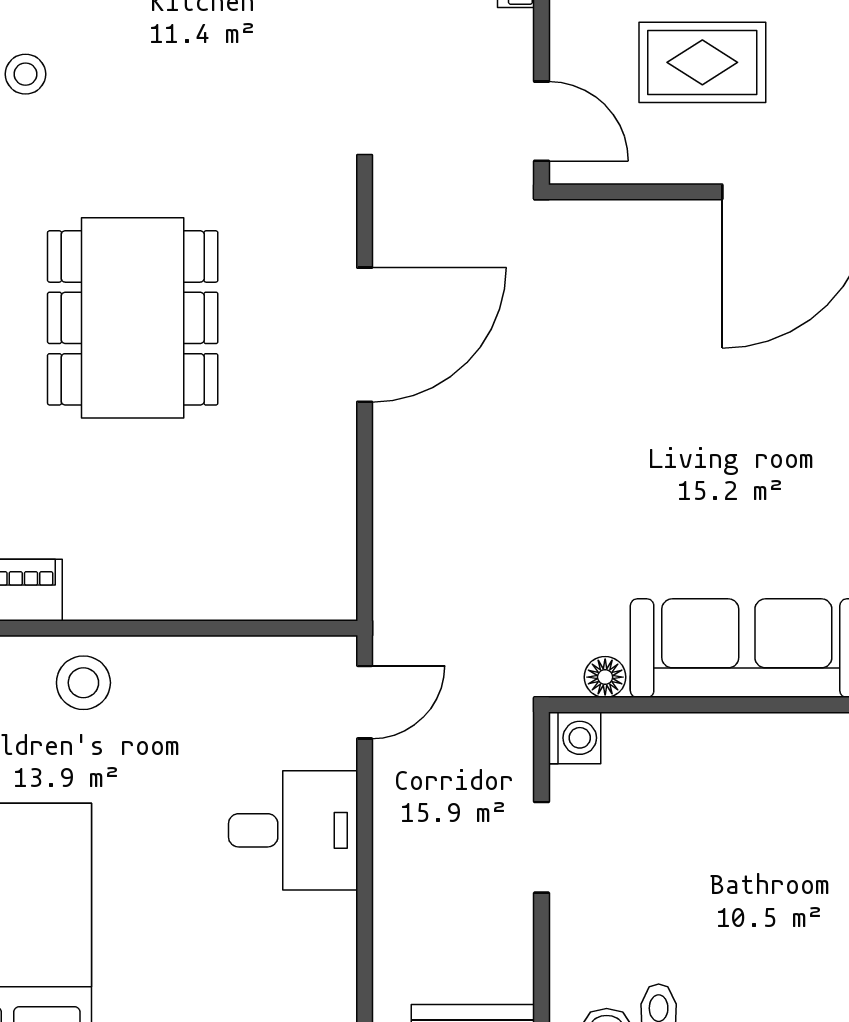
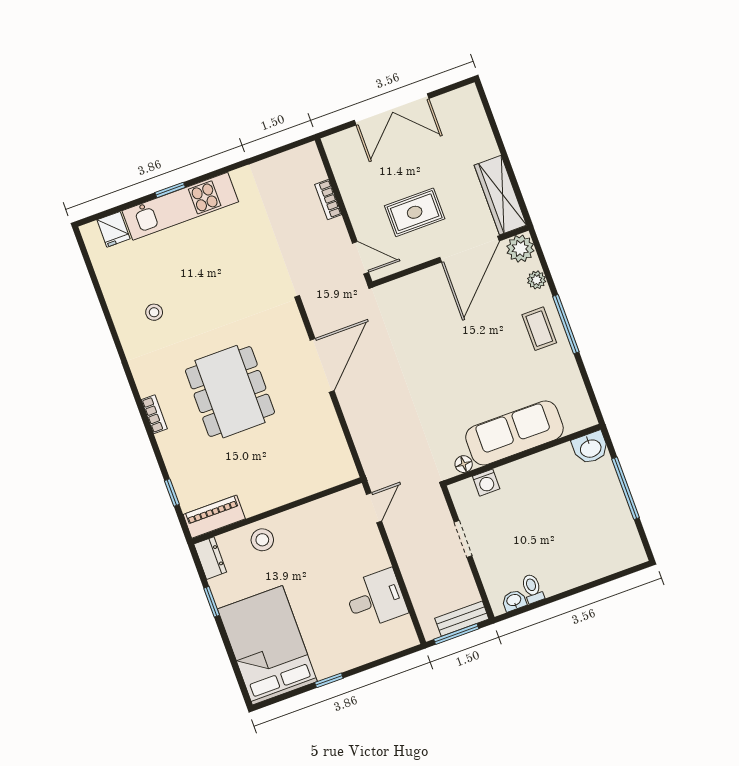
washing machine: (575, 738) -> (486, 483), moved, turned 90
desk: (293, 830) -> (376, 599), moved

